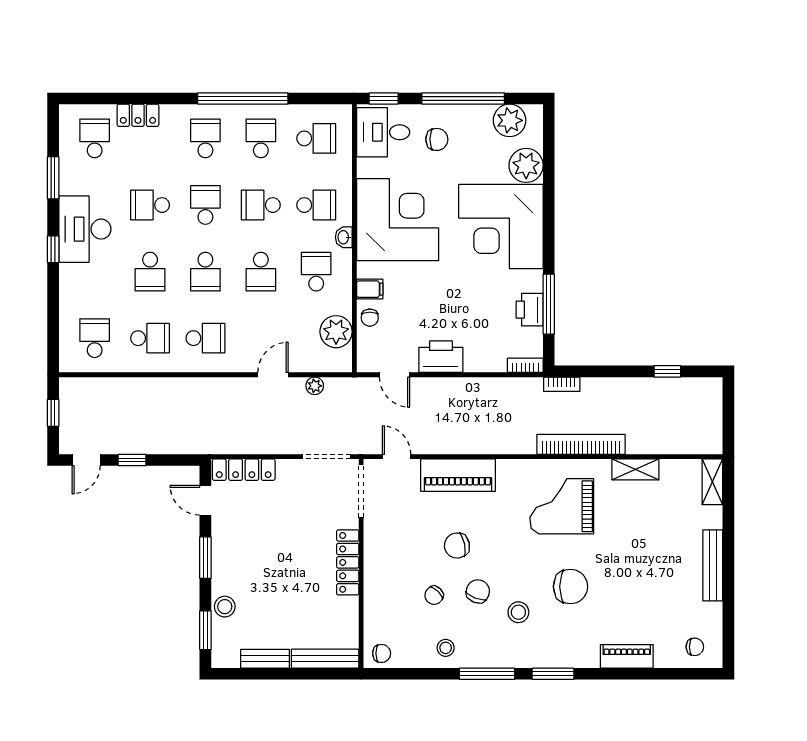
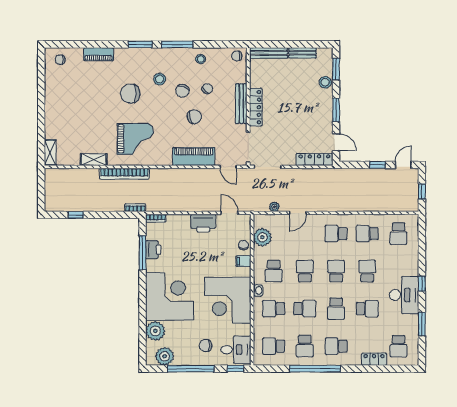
school desk: (205, 138) -> (336, 346), turned 90
bench: (713, 565) -> (241, 104), moved

